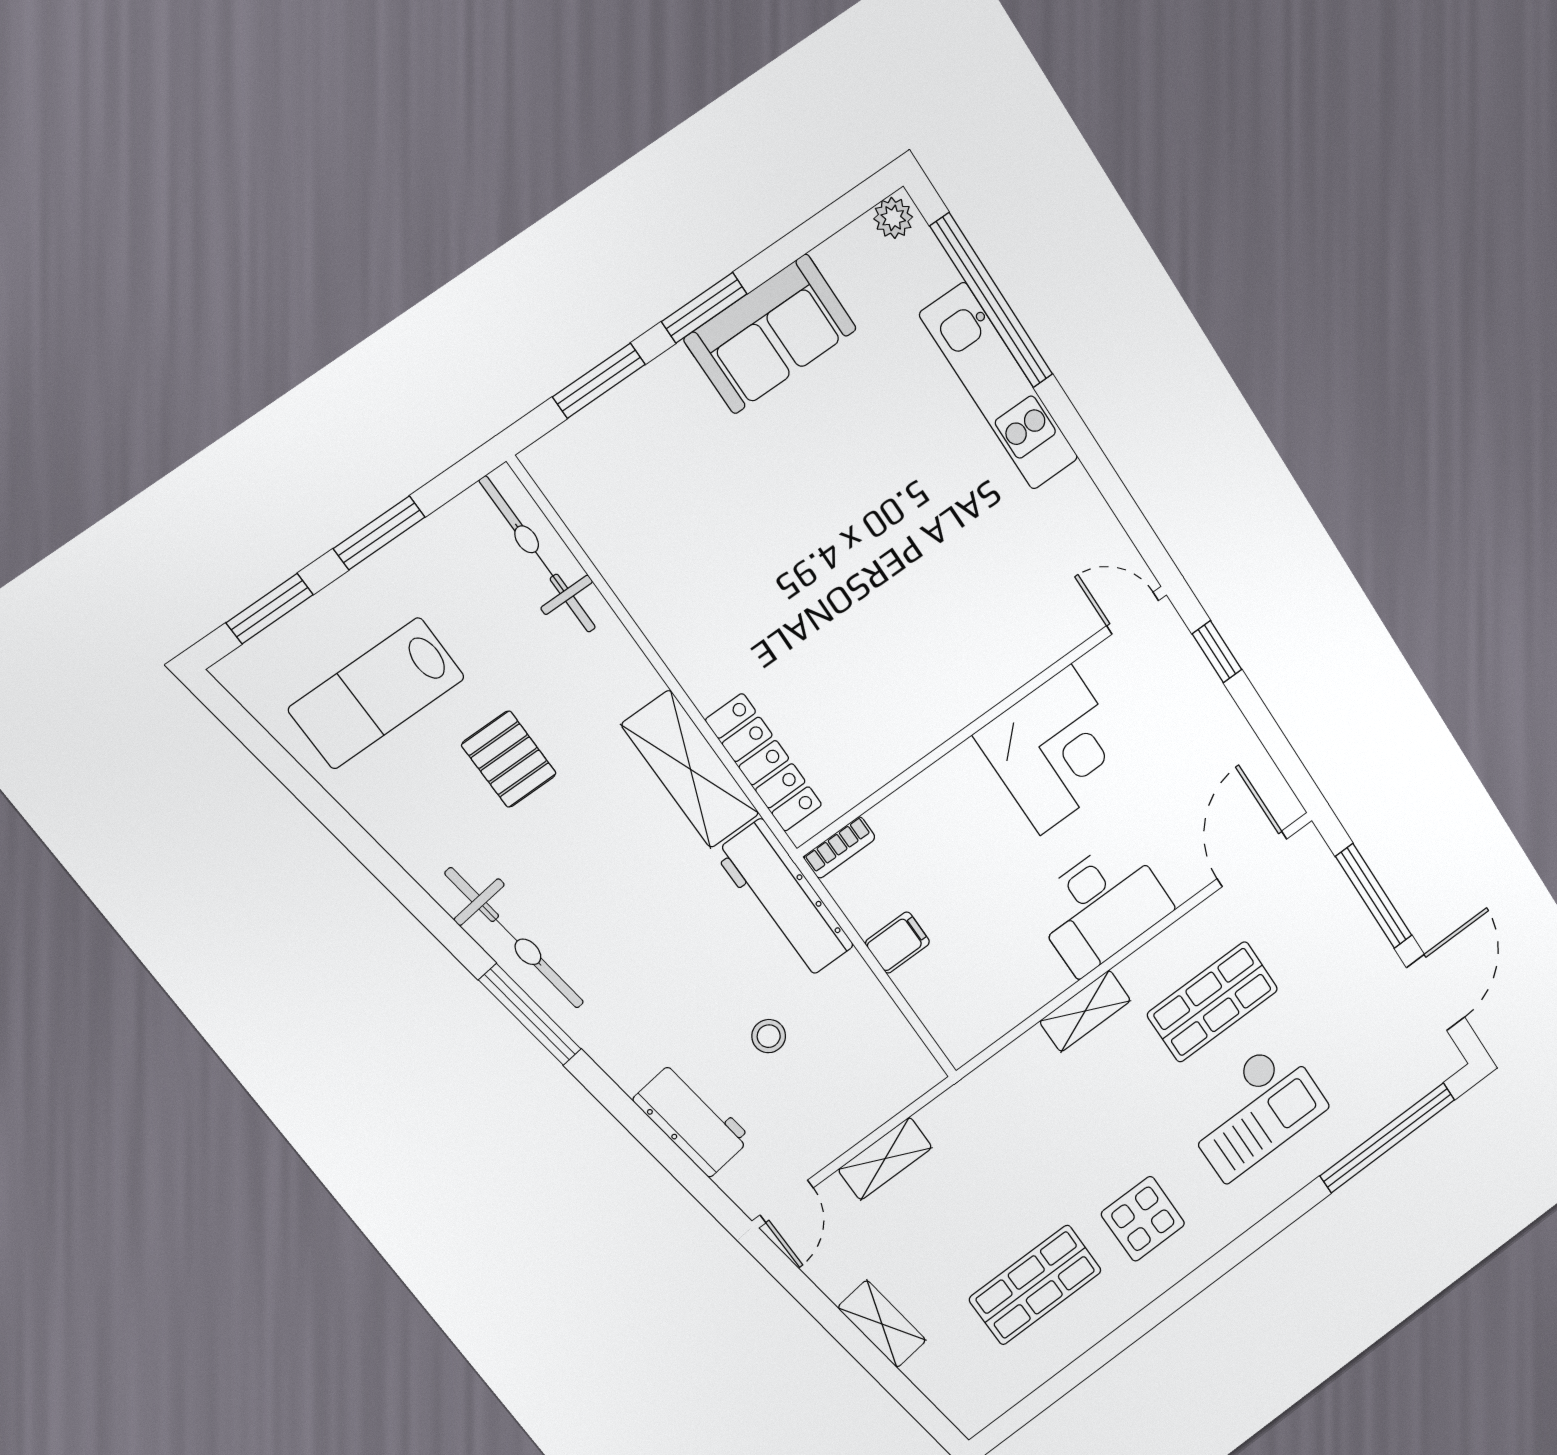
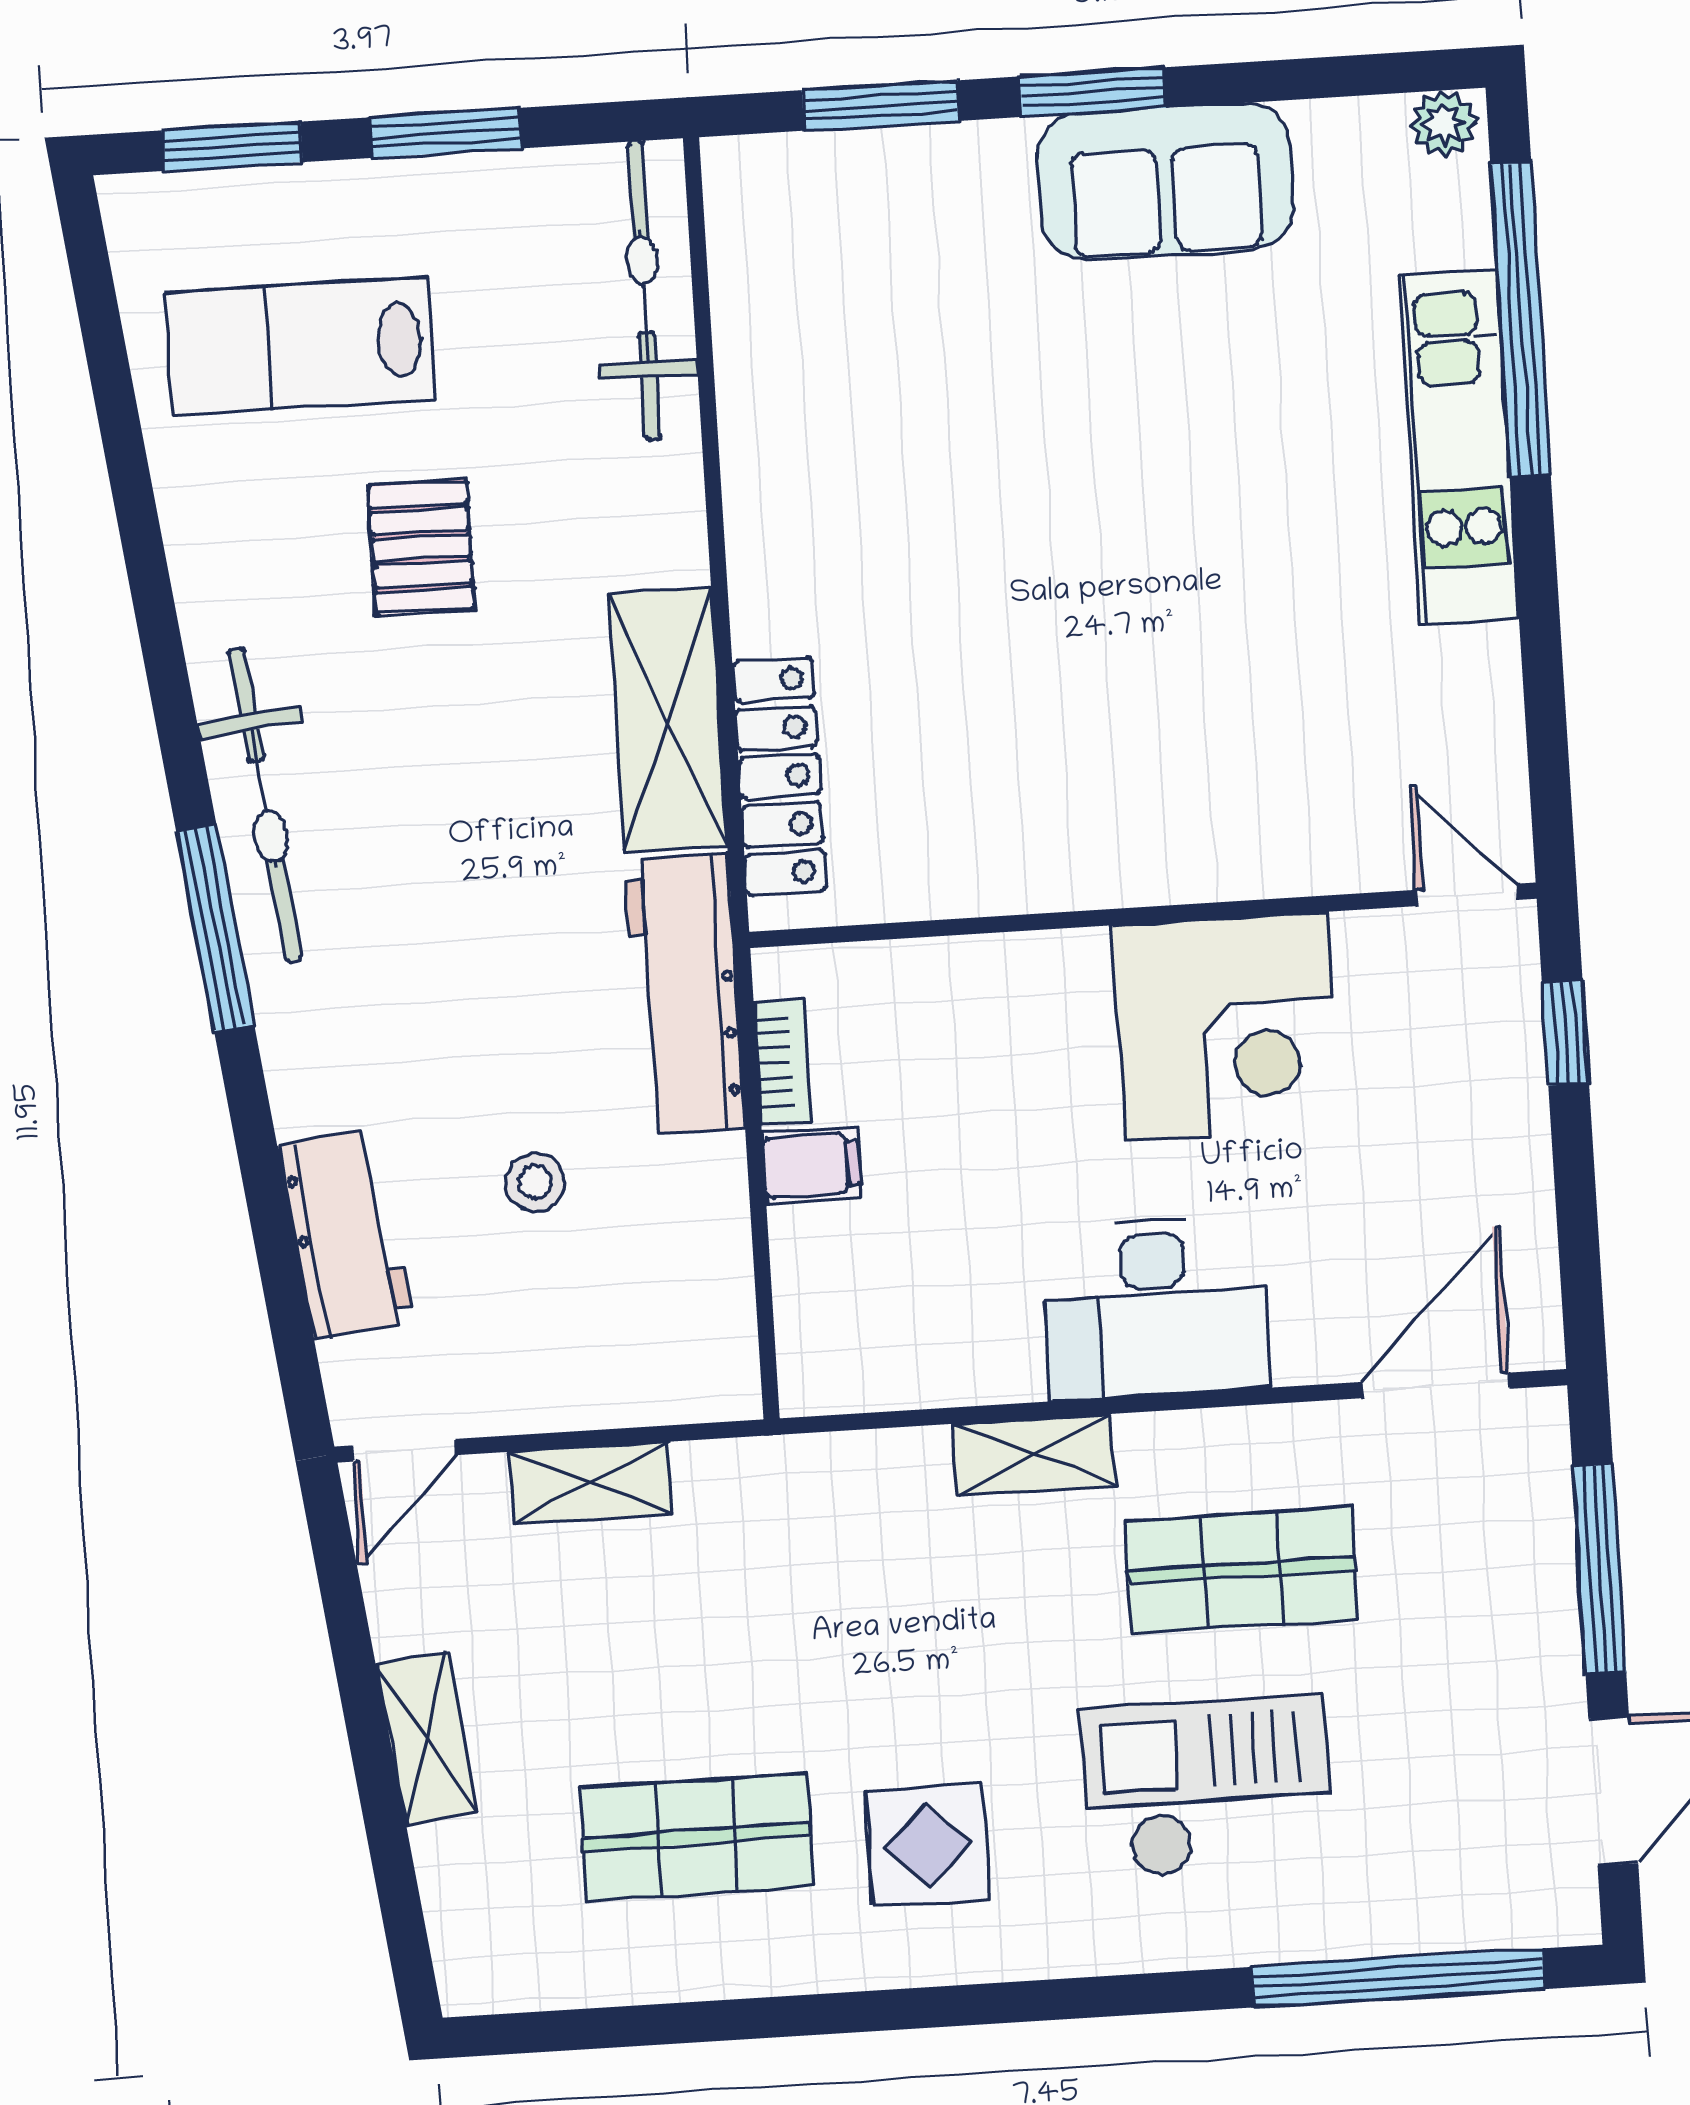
bookcase: (840, 847) -> (782, 1062), moved, turned -90
checkout: (1254, 1110) -> (1207, 1787), turned 180

